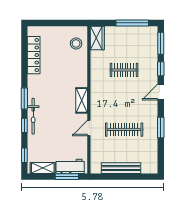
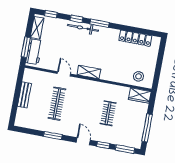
bench: (121, 168) -> (24, 95), width x0.73

